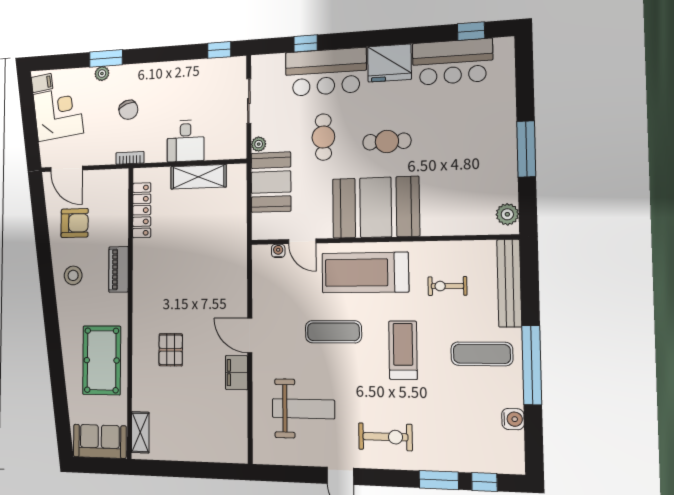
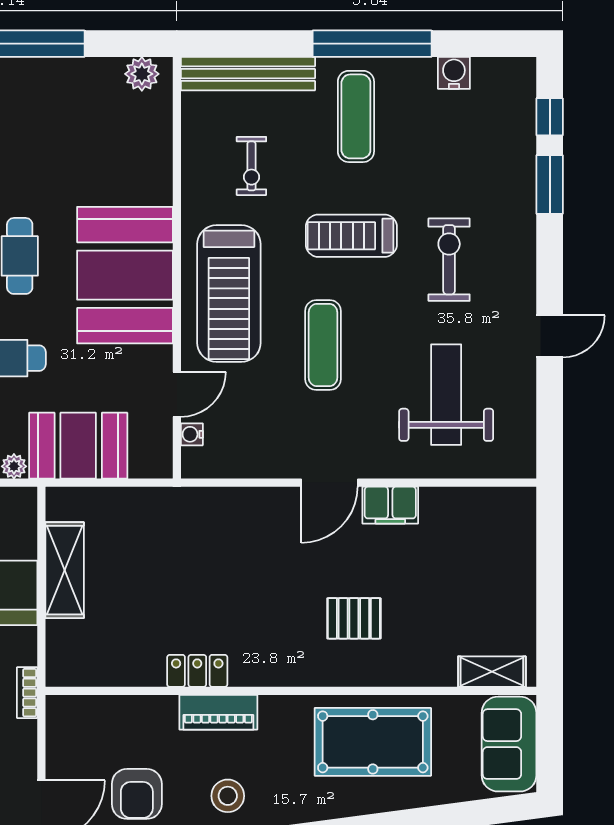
locker: (142, 210) -> (197, 671), moved, width x0.66
armchair: (75, 223) -> (137, 794), turned 180
exercise bike: (385, 437) -> (449, 260), moved

